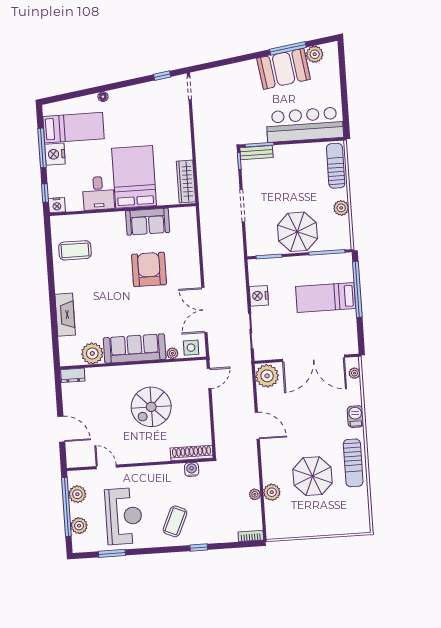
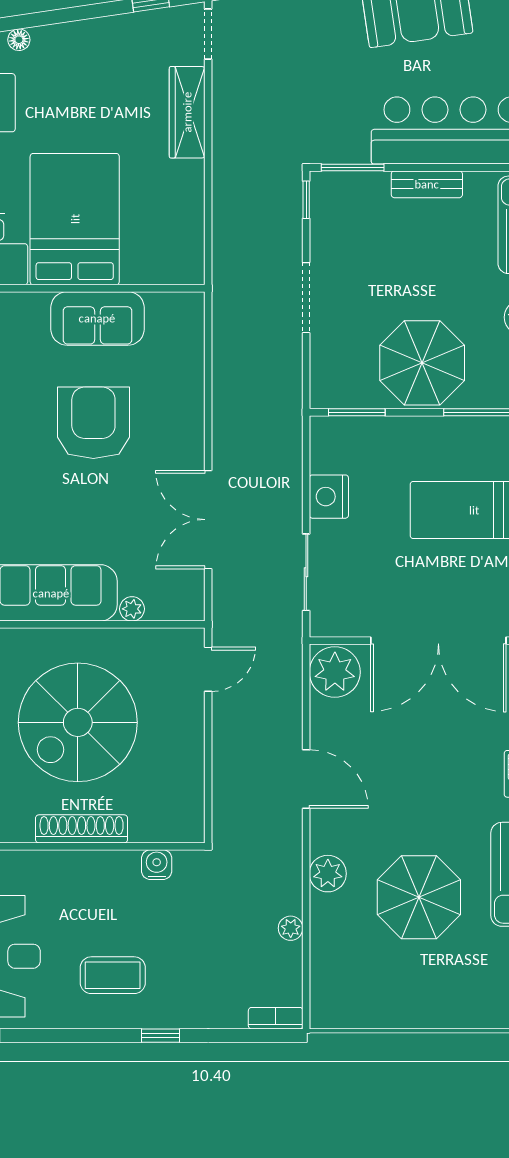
bench: (256, 153) -> (427, 184), moved
wardrobe: (186, 181) -> (187, 112), moved
side table: (191, 348) -> (173, 599), removed
spiral stairs: (151, 407) -> (78, 722), width x1.37, depth x1.37
shoe rack: (192, 453) -> (82, 829), moved
plant: (272, 492) -> (328, 874), moved
coffee table: (175, 521) -> (113, 975), turned 66

